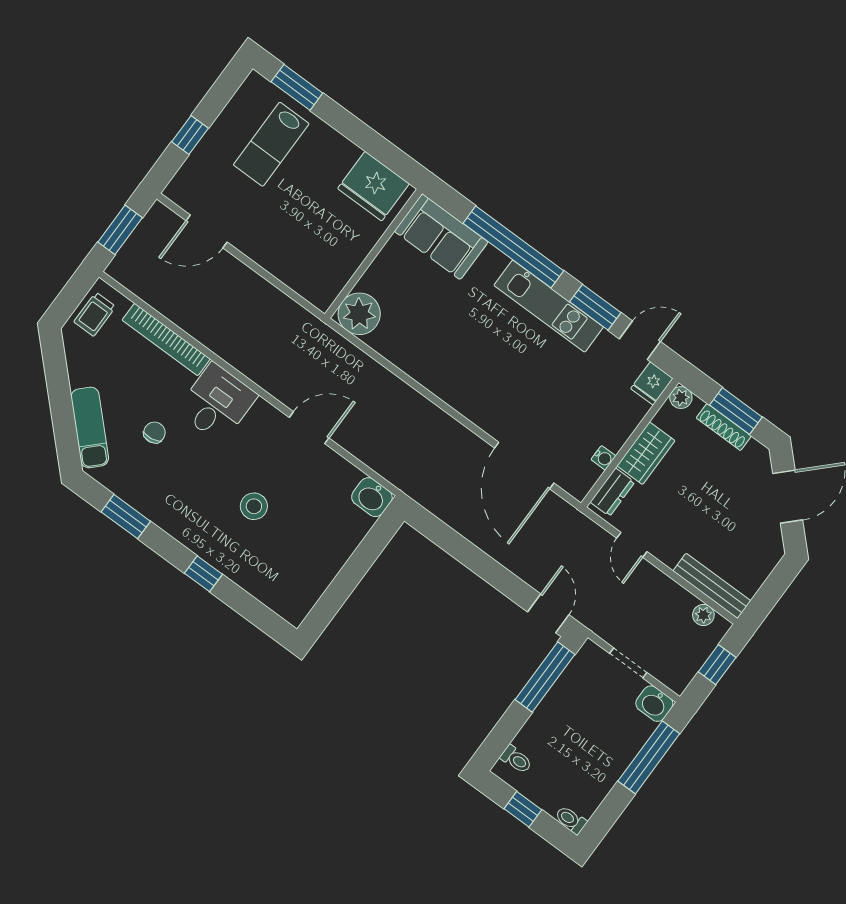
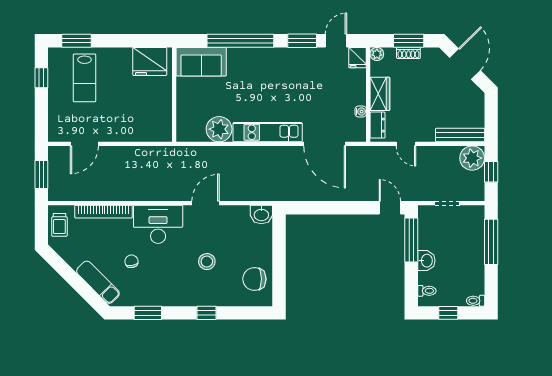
window: (190, 135) -> (41, 78), moved
kitchen unit: (549, 306) -> (268, 132), moved, turned 180
plant: (359, 314) -> (219, 129), moved
desk: (217, 403) -> (158, 224), width x1.37
shoe rack: (724, 427) -> (408, 53), width x0.70
chair: (300, 576) -> (254, 279), added
plant: (703, 615) -> (472, 158), width x1.87, depth x1.87
washbasin: (654, 704) -> (426, 261), moved, turned -90

